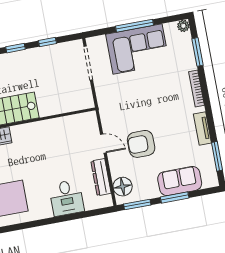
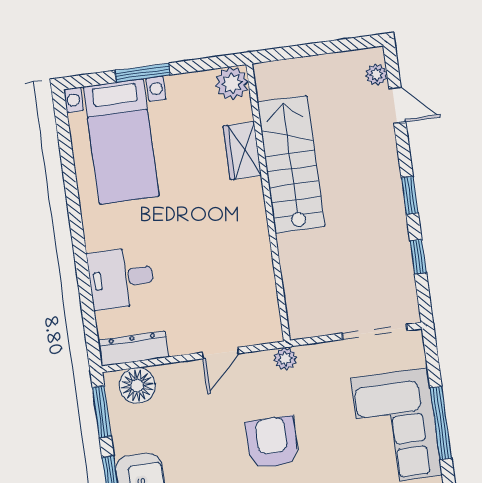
plant: (105, 109) -> (285, 359), added
armchair: (141, 144) -> (272, 442), moved
dresser: (101, 177) -> (133, 349), moved

